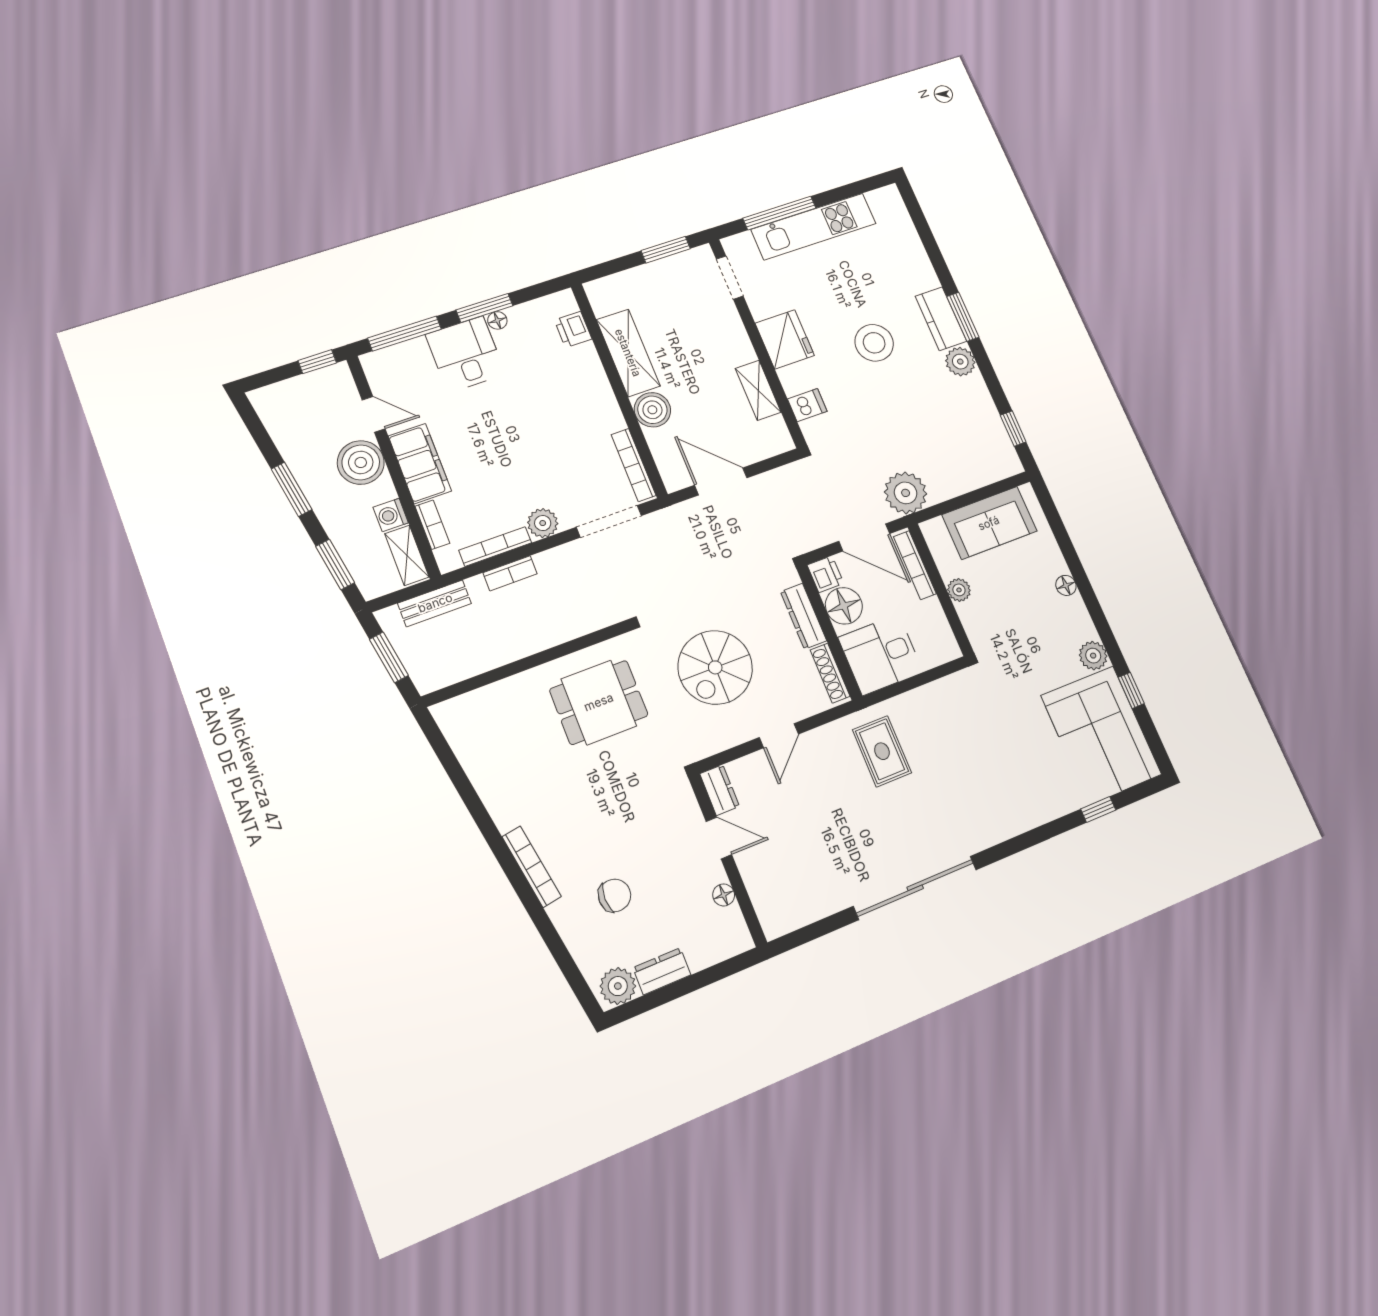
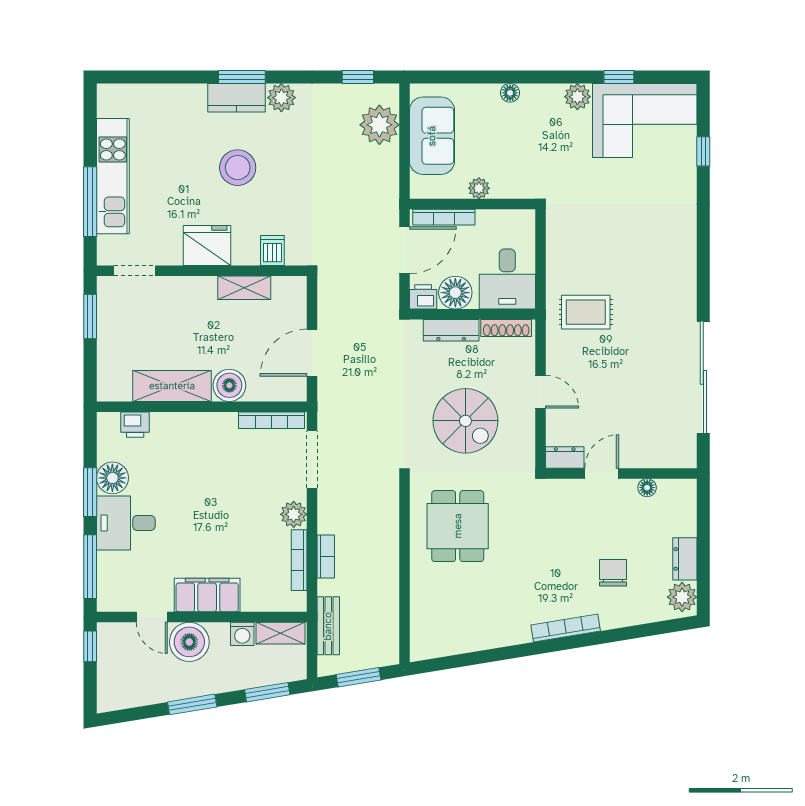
floor lamp: (497, 320) -> (112, 478), width x1.89, depth x1.89
door: (374, 414) -> (152, 617), swing flipped
plant: (906, 493) -> (379, 125), moved
bookcase: (432, 525) -> (262, 604), removed
sliding door: (915, 888) -> (703, 377), moved

